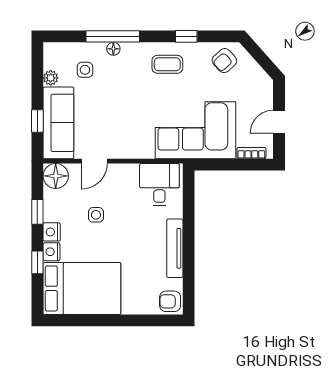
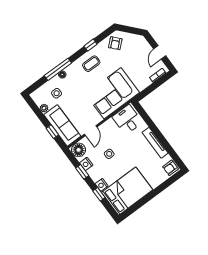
corner sofa: (195, 130) -> (112, 93), moved
nightstand: (52, 232) -> (86, 164), moved

